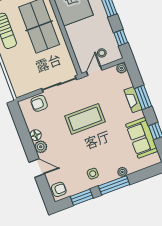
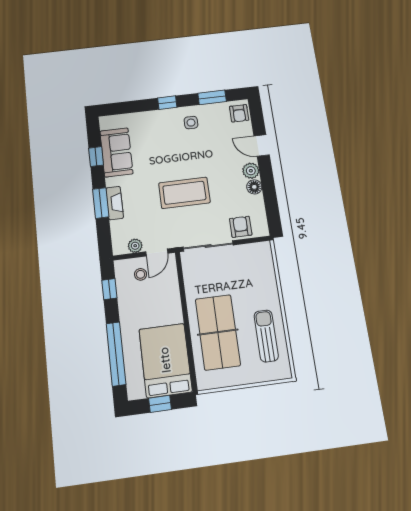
plant: (122, 68) -> (135, 246), moved
armchair: (39, 103) -> (241, 227), turned -90
plant: (122, 172) -> (152, 116), removed
window: (114, 185) -> (167, 103), width x0.46
armchair: (59, 189) -> (239, 113), turned -90

